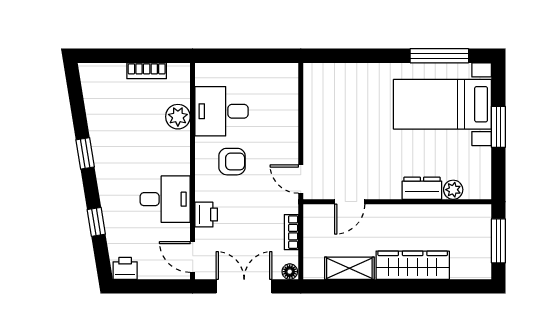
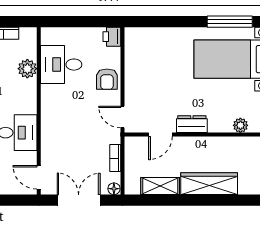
armchair: (232, 162) -> (107, 79), moved, turned 90
dresser: (422, 188) -> (192, 124), moved
printer: (206, 215) -> (112, 37), moved, turned 180

